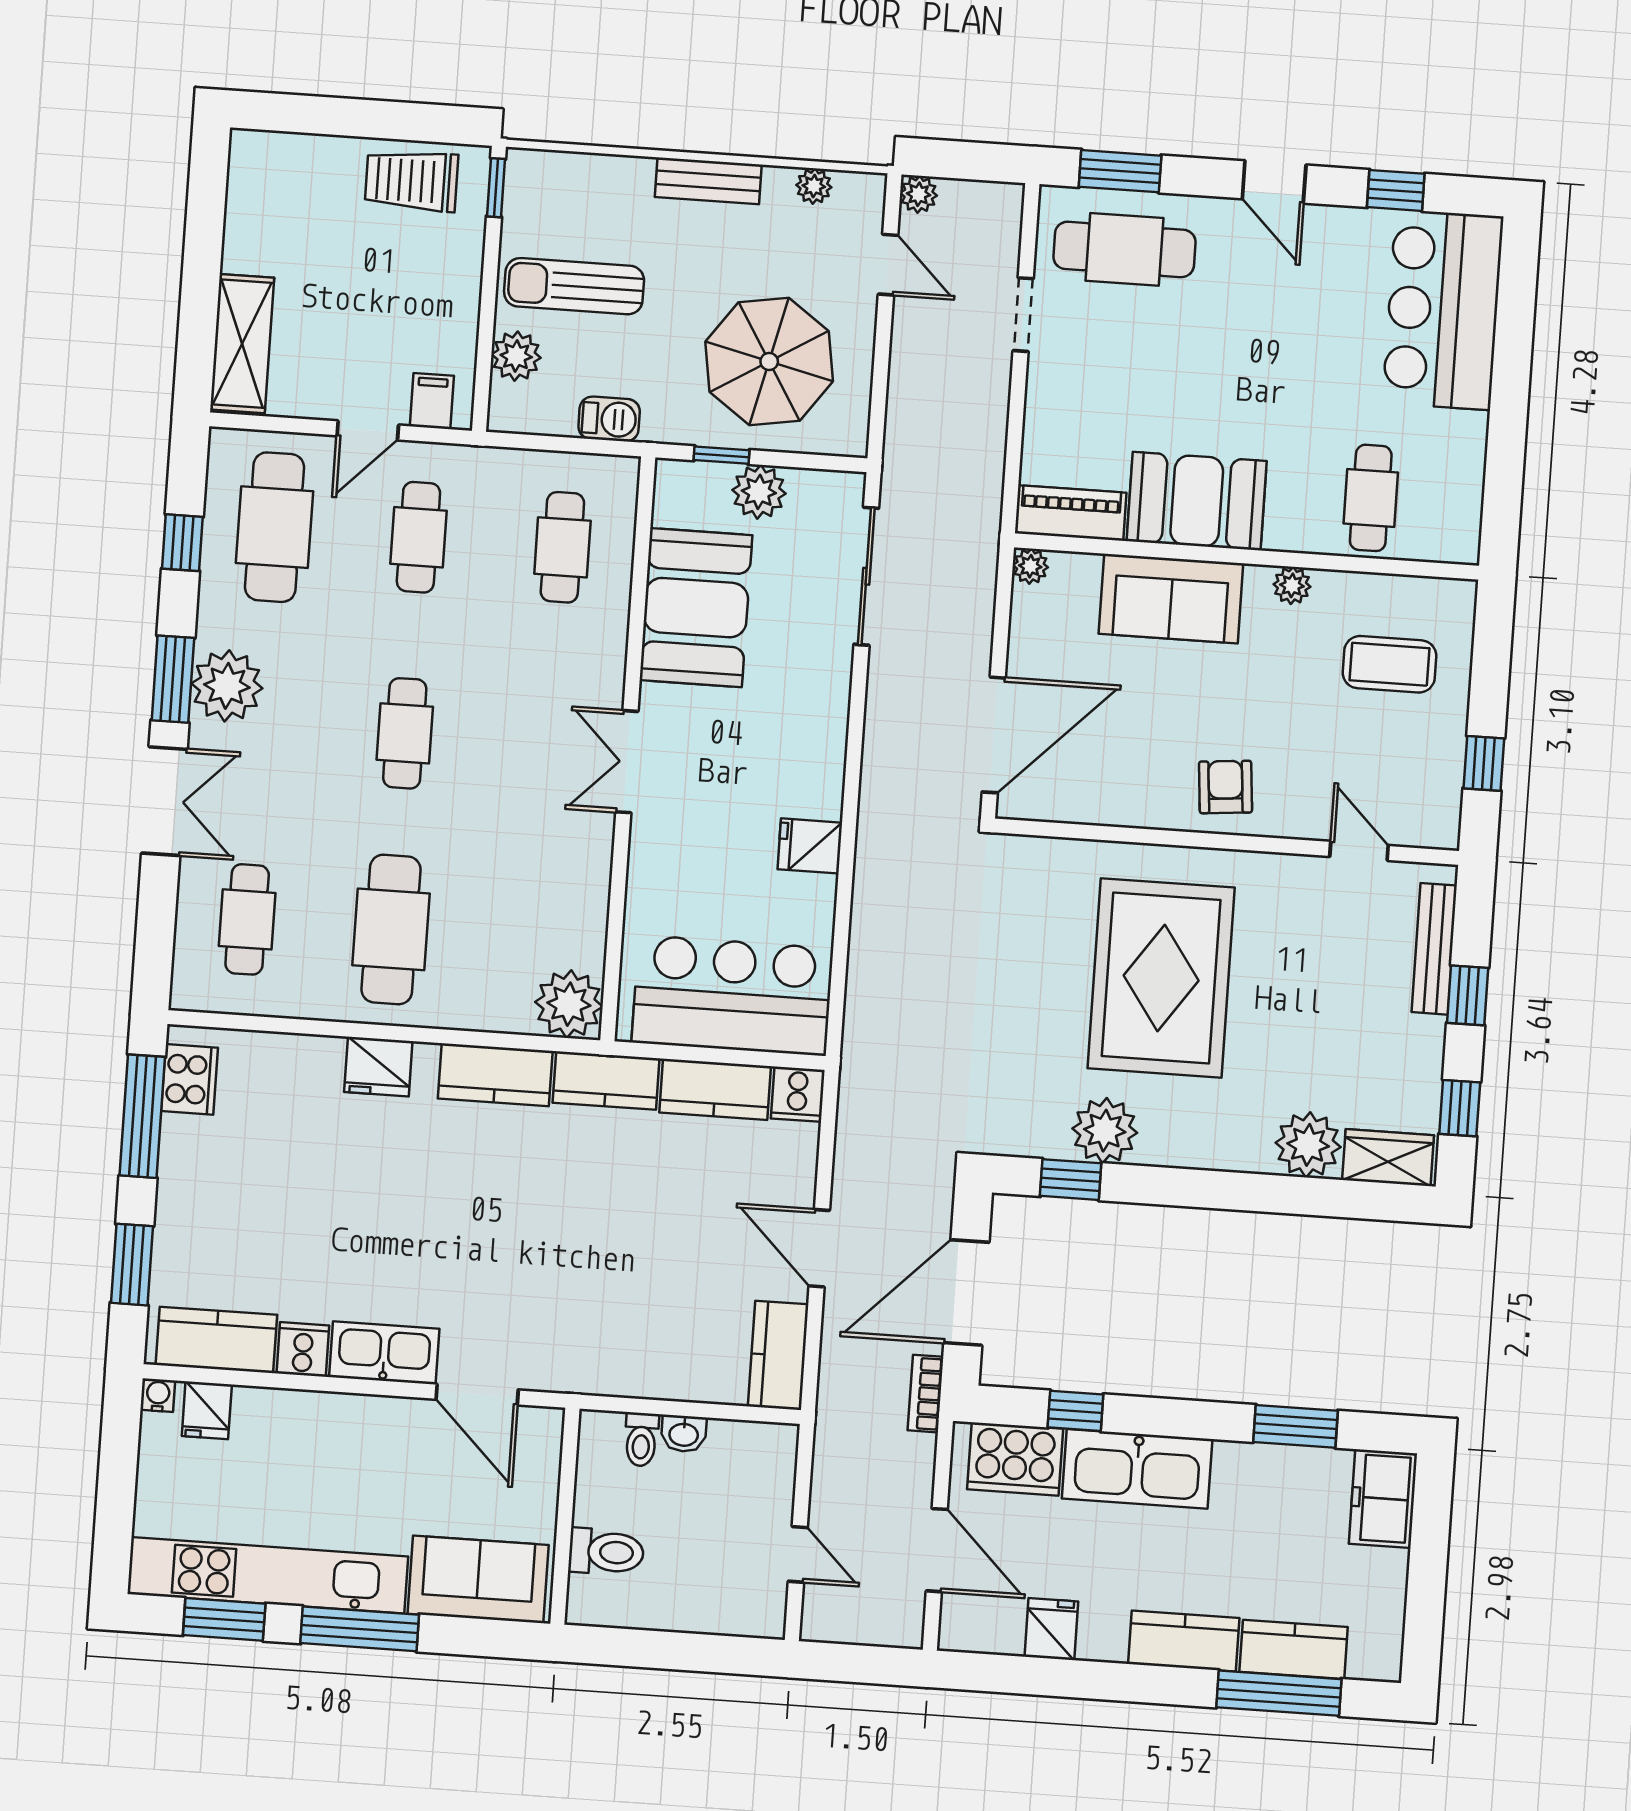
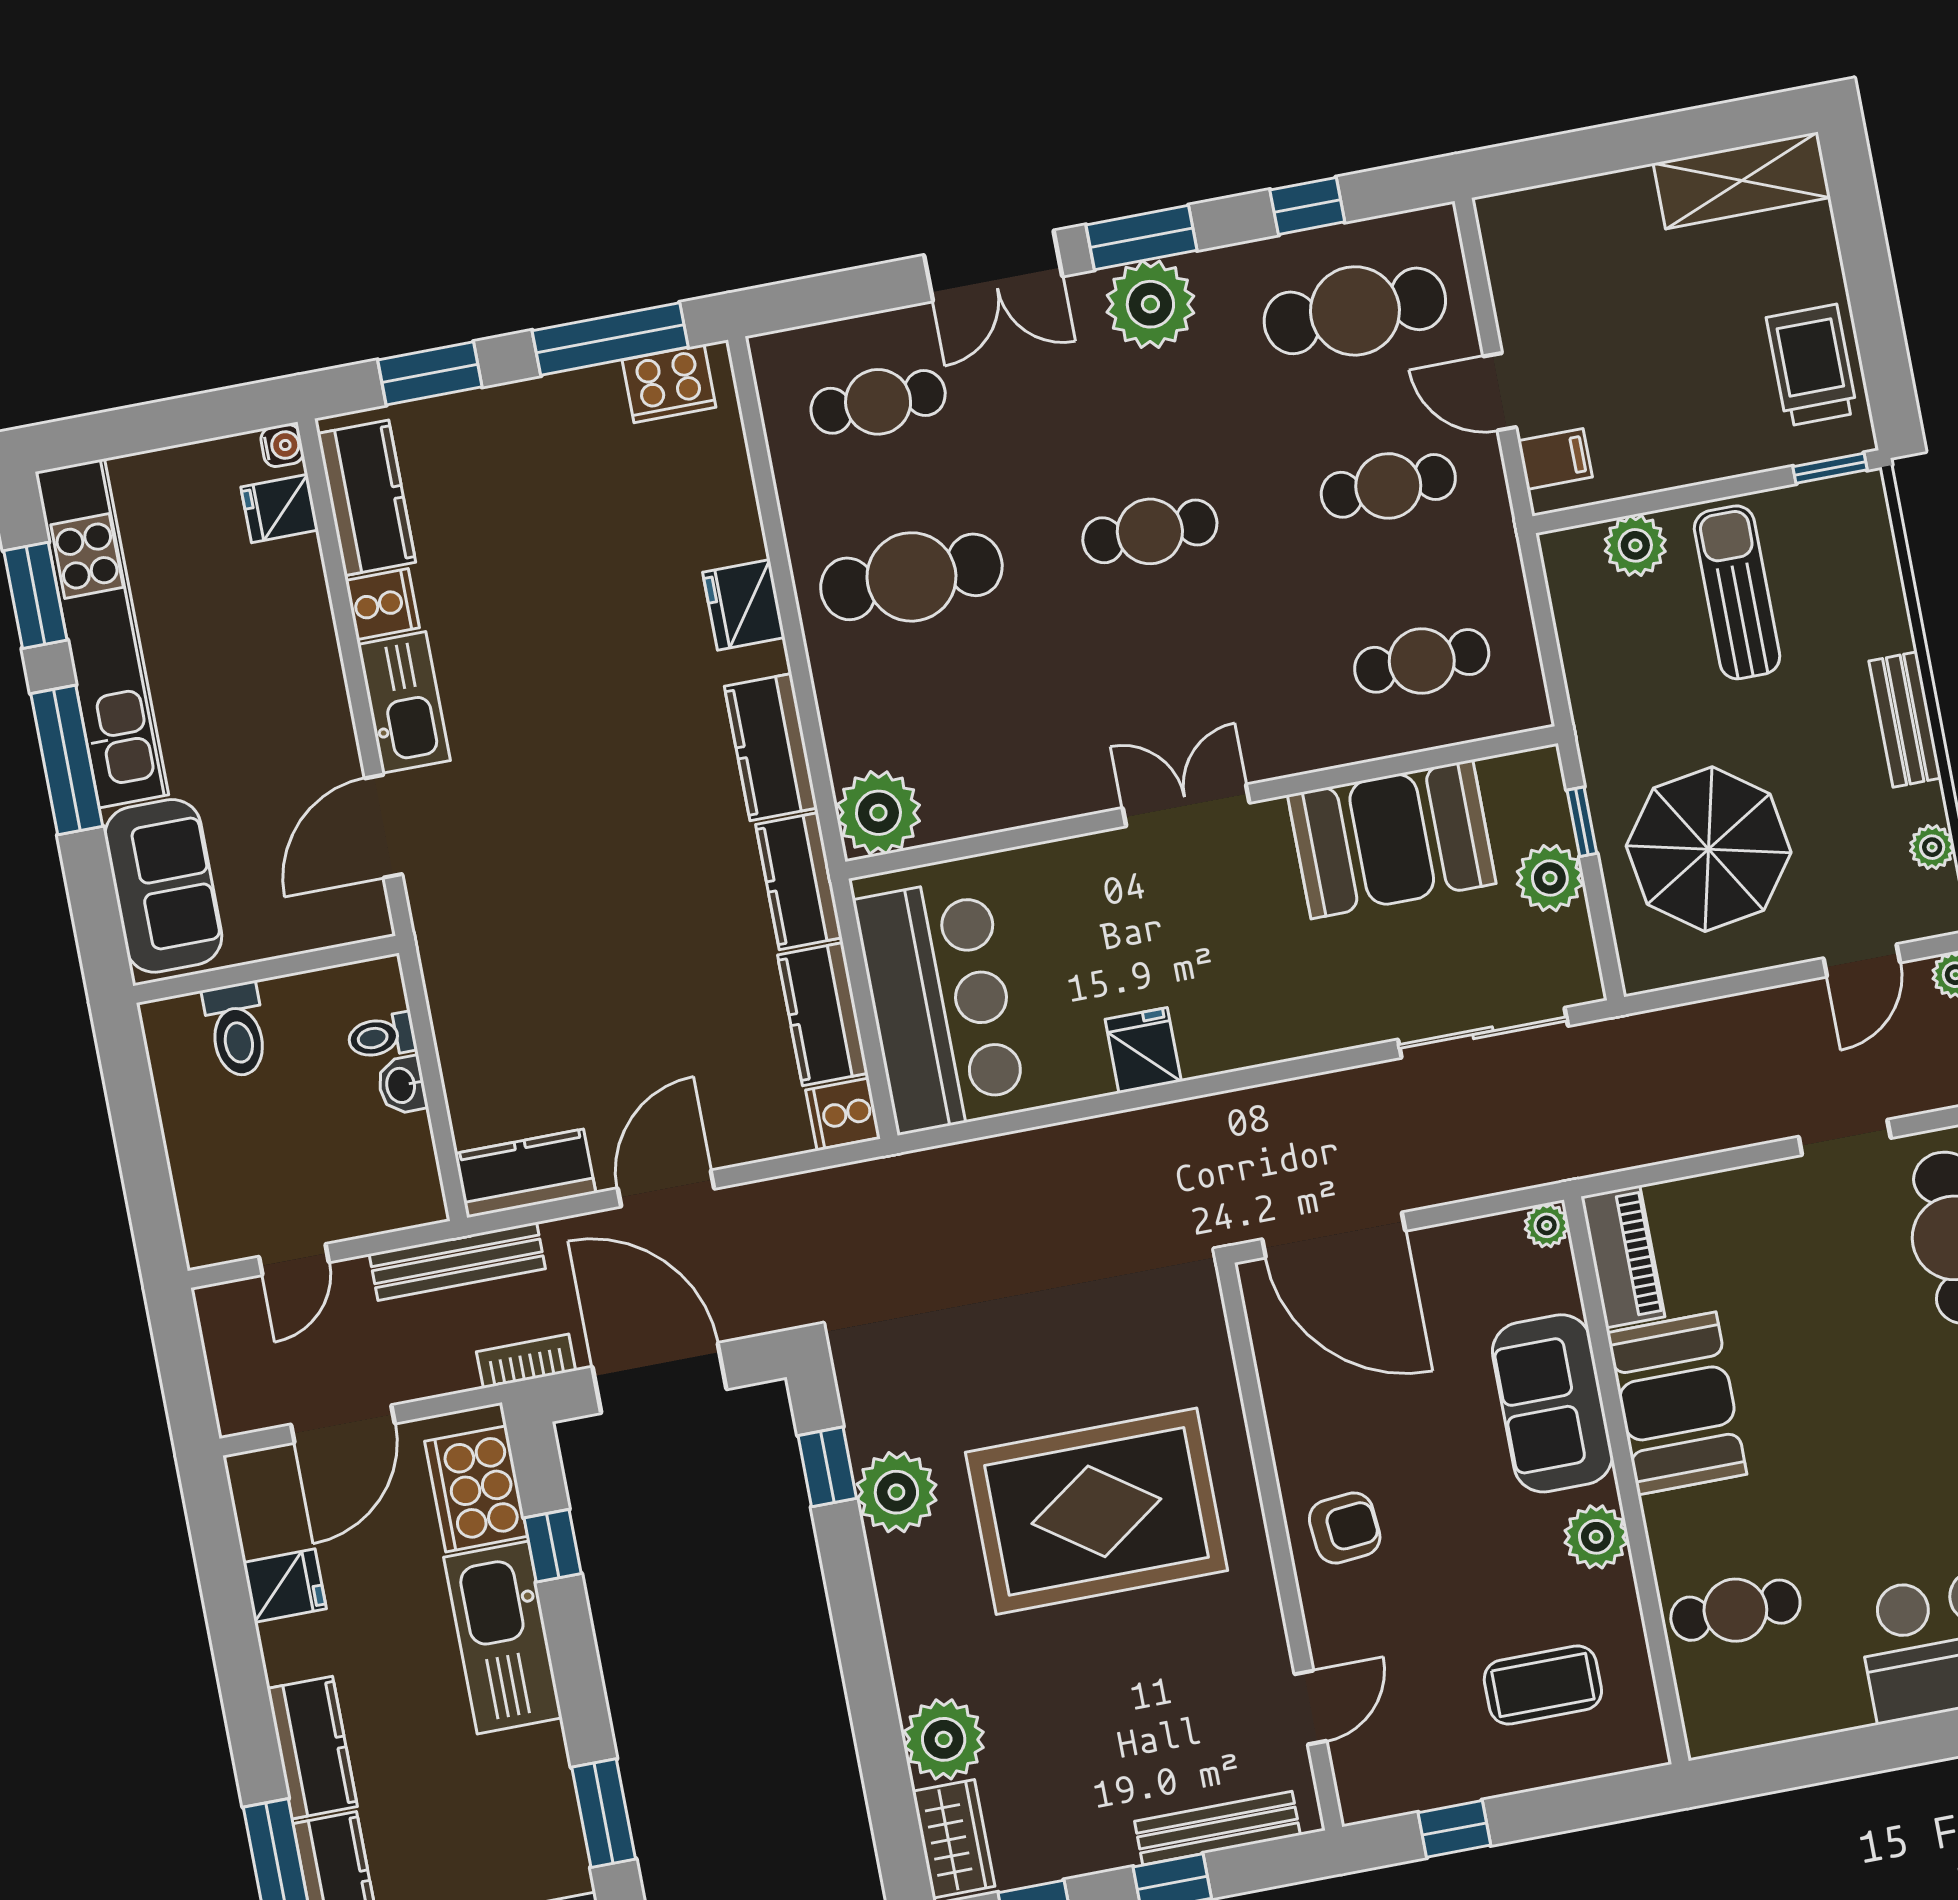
shelving: (242, 344) -> (1742, 180), moved
barbecue: (609, 419) -> (1590, 676), removed
plant: (1292, 585) -> (1596, 1537), width x1.38, depth x1.38
coffee table: (1389, 664) -> (1543, 1685), turned 90
bench: (833, 1427) -> (457, 1261), added

